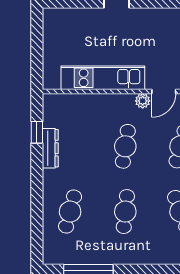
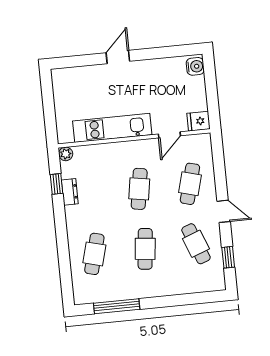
plant: (143, 101) -> (66, 154), moved
dresser: (50, 148) -> (70, 192), width x0.70

